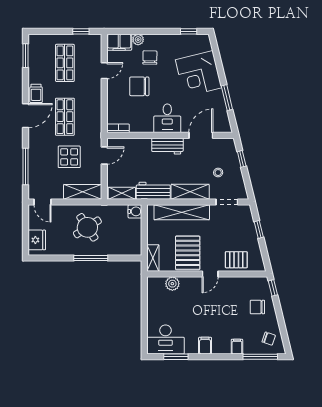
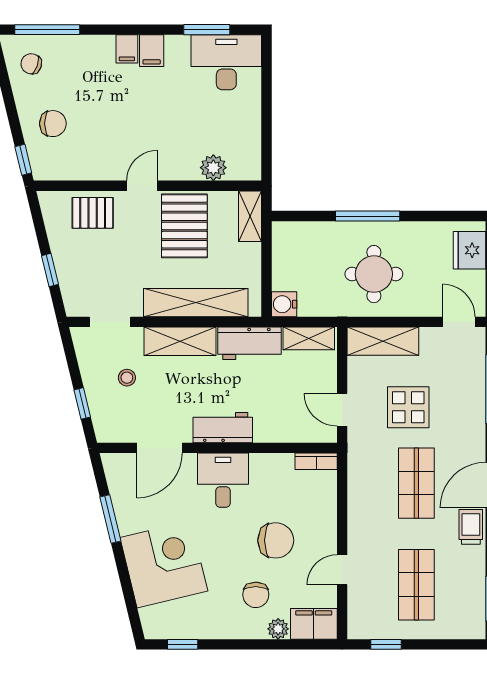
door: (104, 156) -> (342, 410), hinge flipped
round table: (87, 227) -> (374, 274), turned 33
filing cabinet: (237, 347) -> (127, 49), moved

